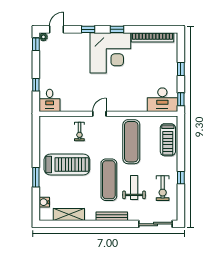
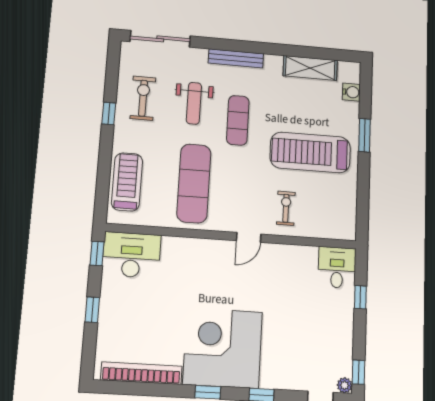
exercise mat: (109, 180) -> (238, 120), width x0.73, depth x0.69

